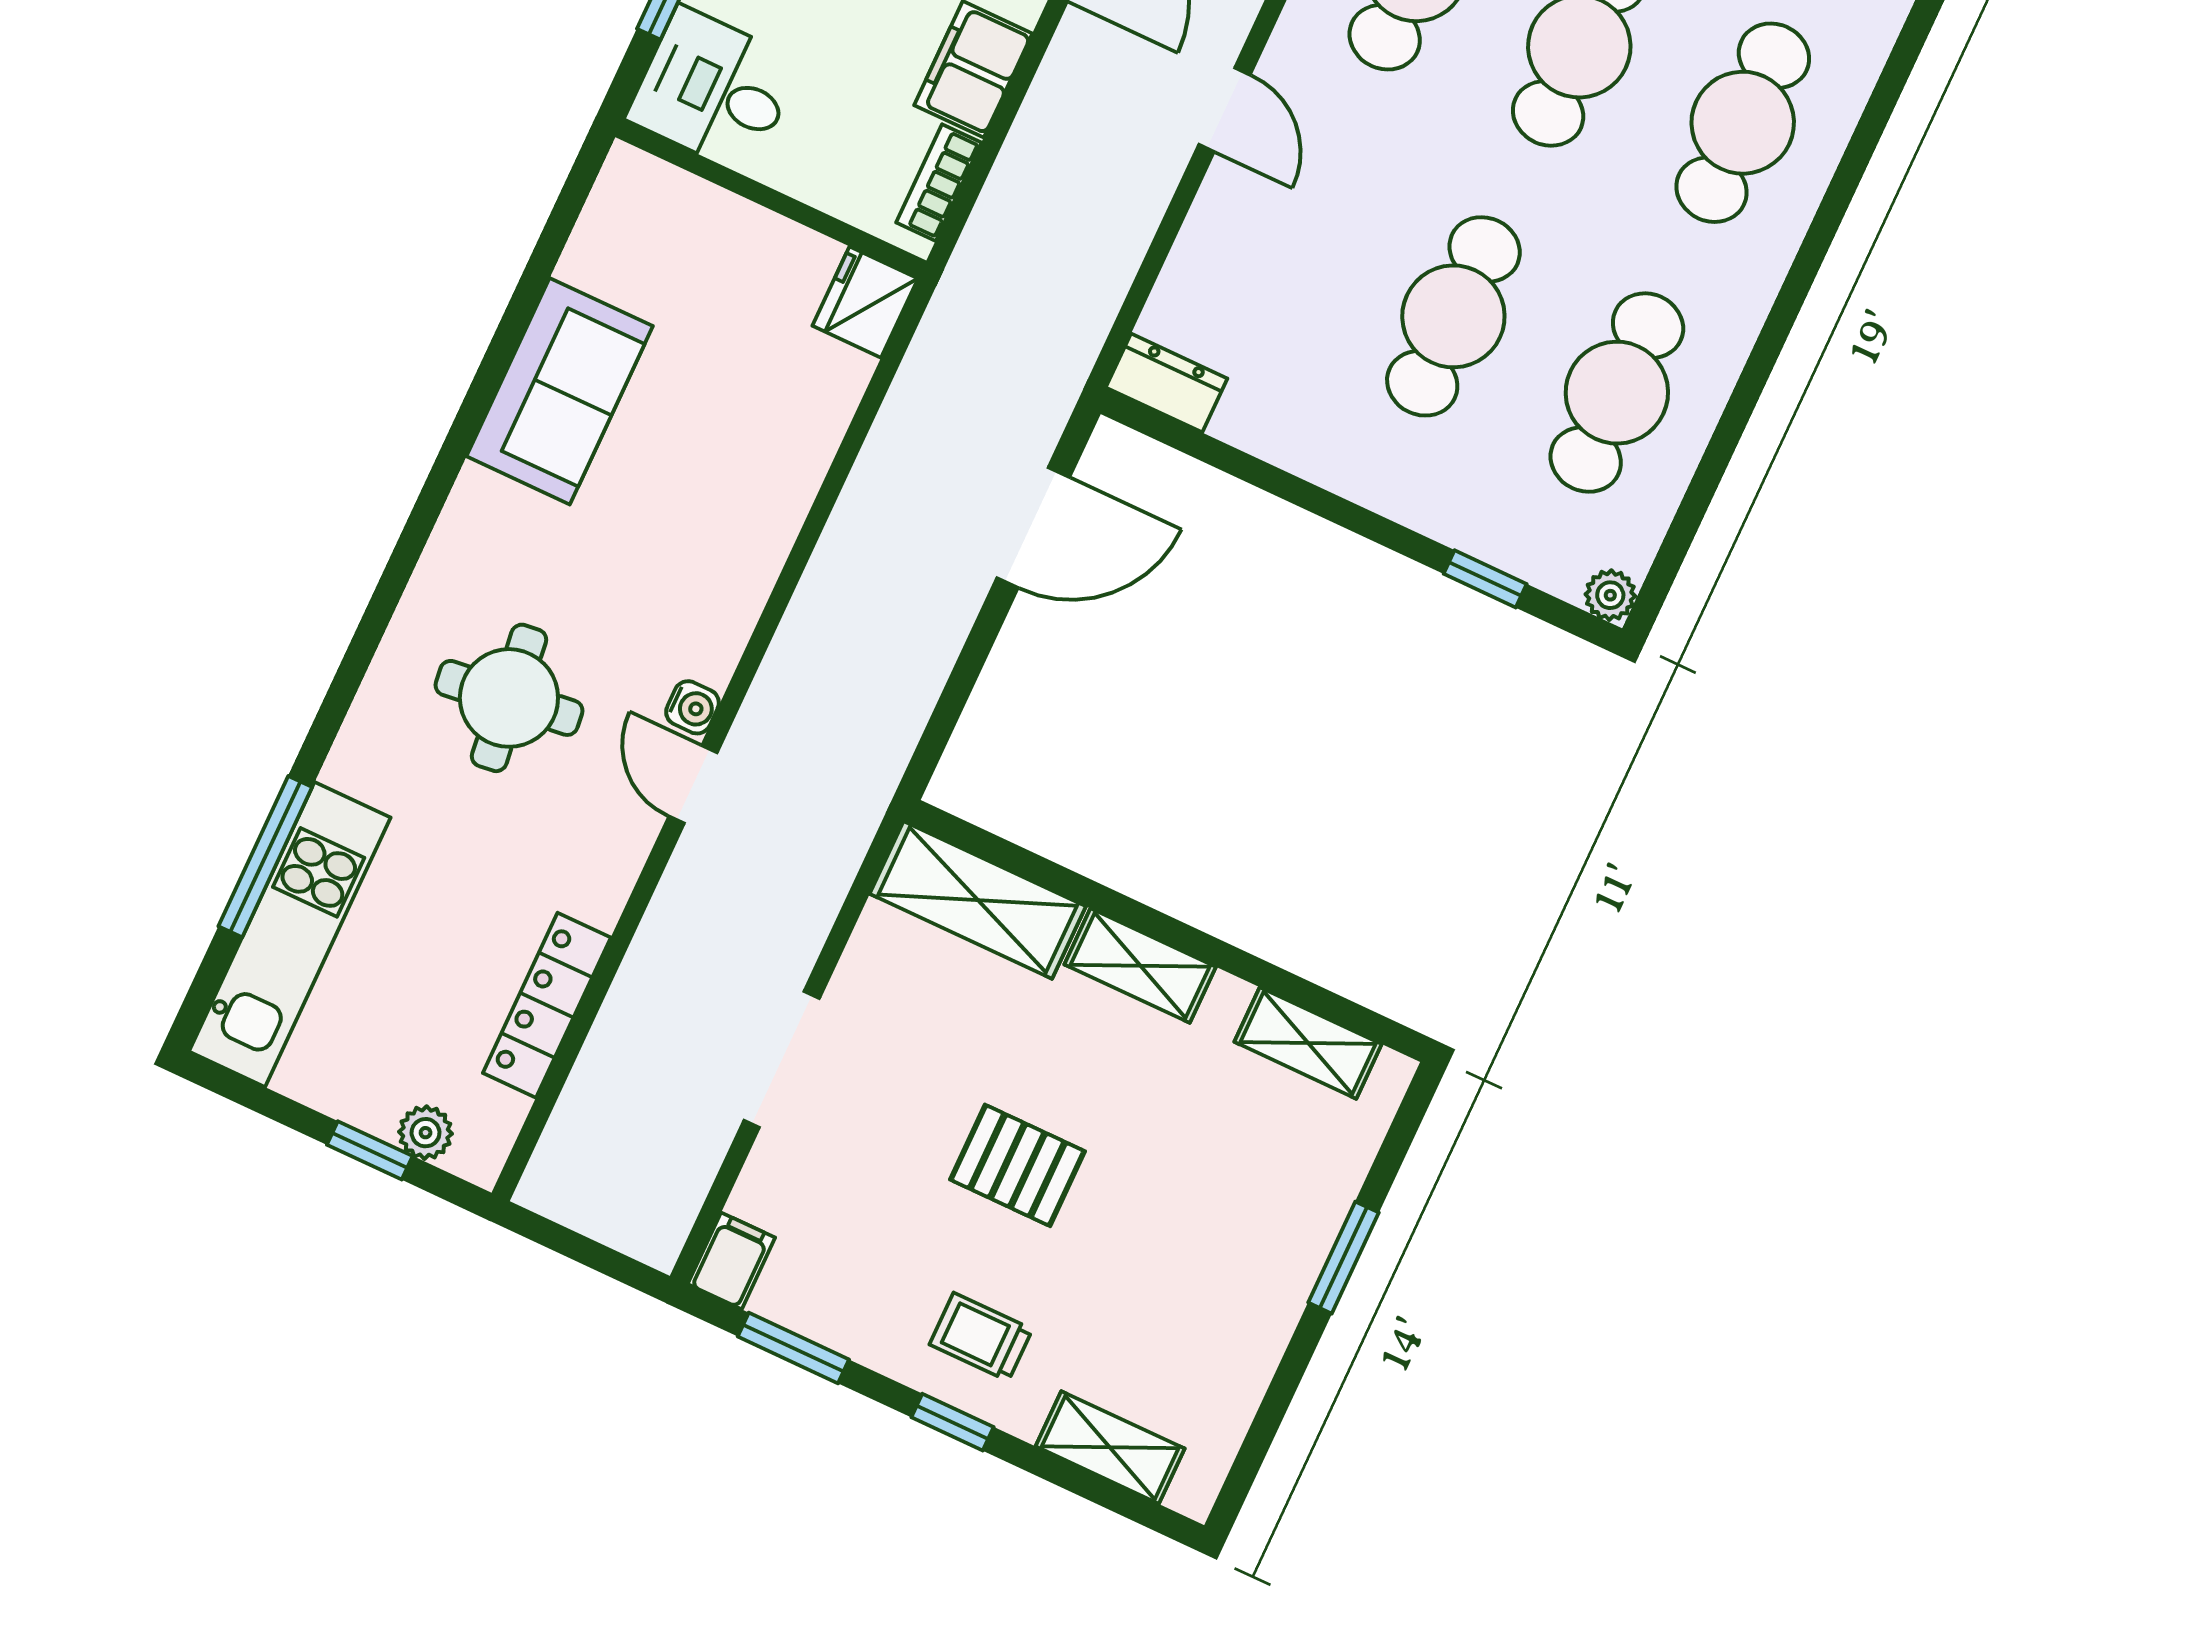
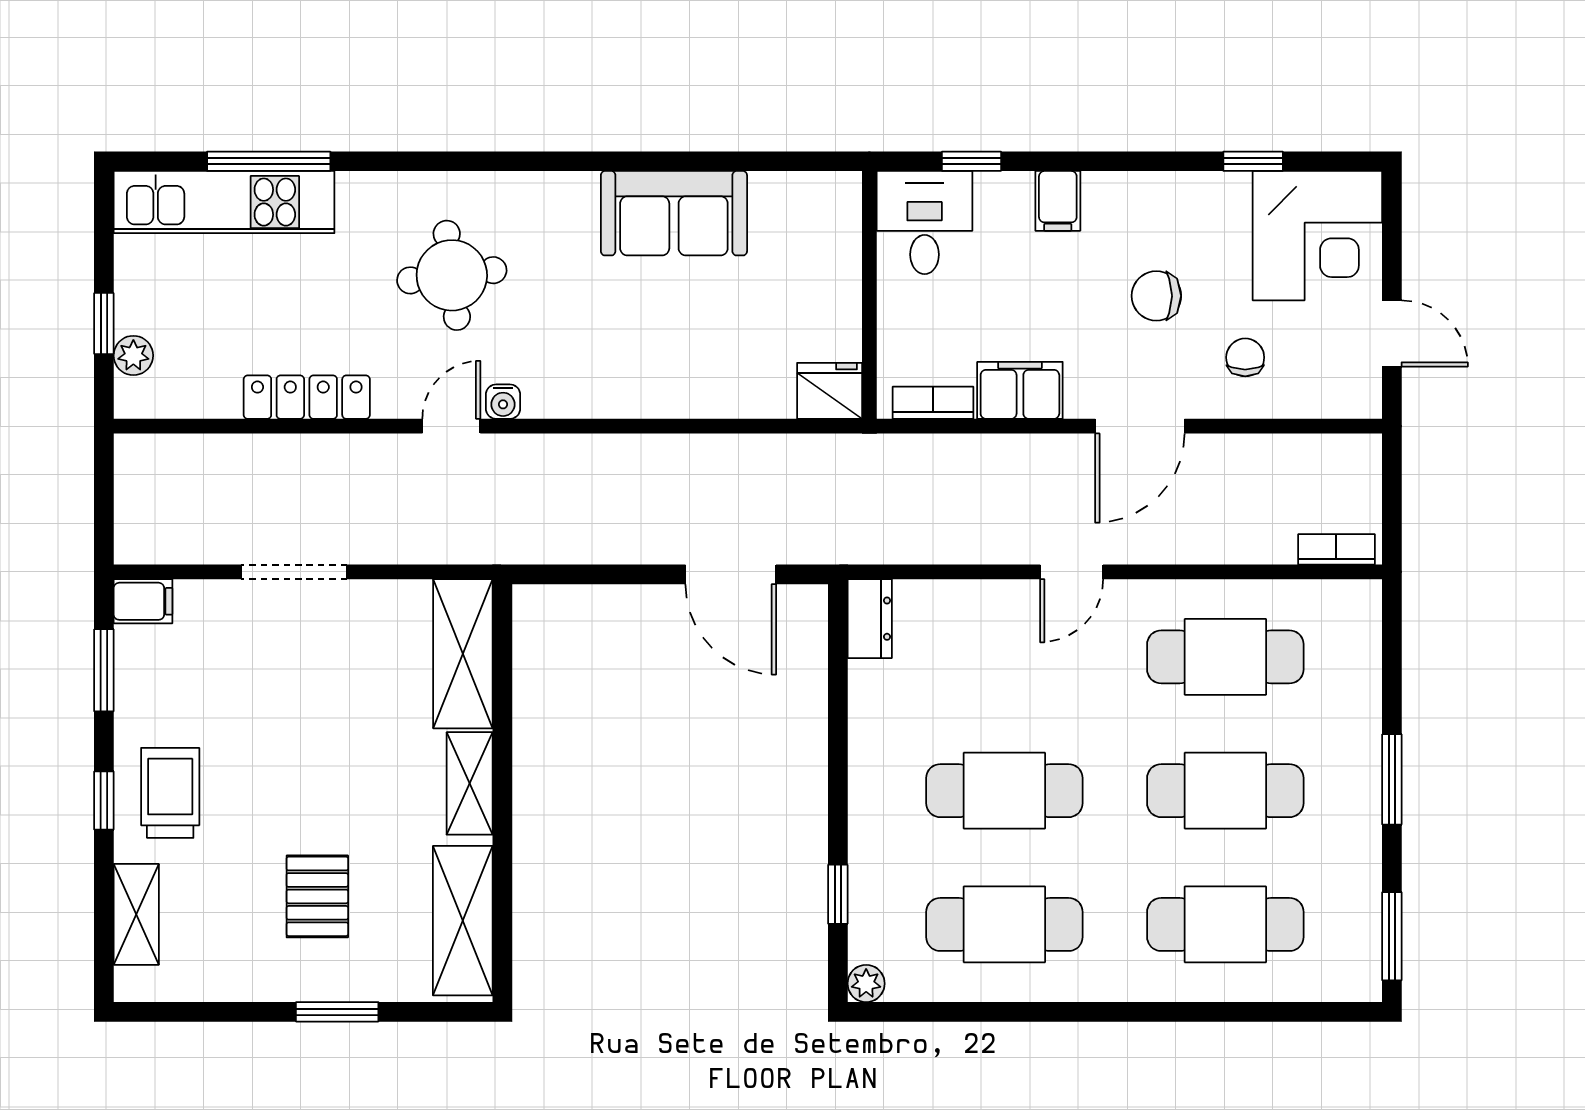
locker: (547, 1005) -> (307, 397), moved
shelving: (1308, 1043) -> (463, 921), width x1.50, depth x1.33
pallet: (1018, 1165) -> (317, 896), moved
trolley: (981, 1337) -> (170, 793), width x1.36, depth x1.39

